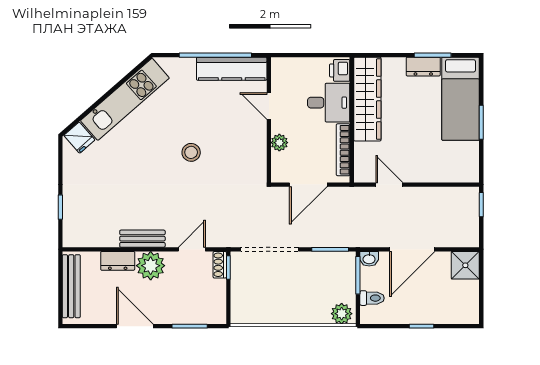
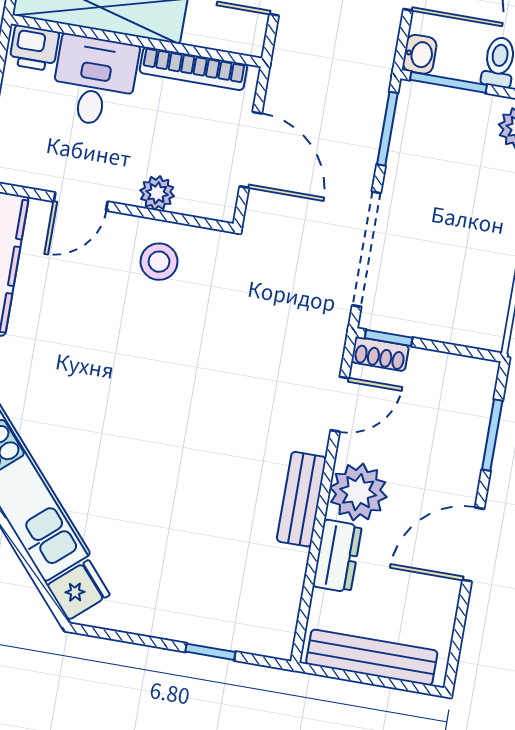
stool: (191, 152) -> (159, 262), moved
door: (192, 249) -> (340, 404), swing flipped

